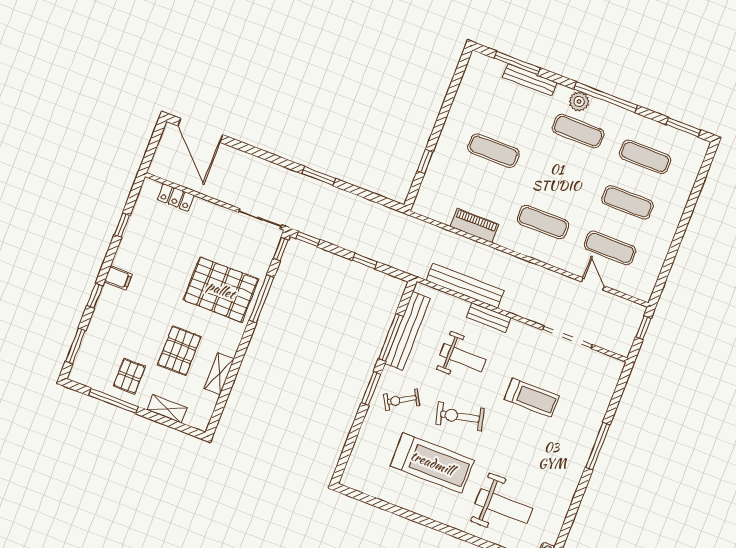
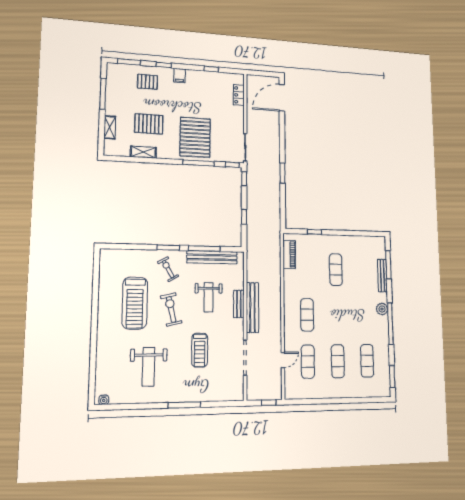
exercise mat: (578, 131) -> (366, 315), removed
piano: (475, 225) -> (289, 254), moved
bench: (465, 286) -> (252, 307), moved
pallet: (129, 376) -> (147, 82), moved
weight bench: (504, 506) -> (149, 367), moved

